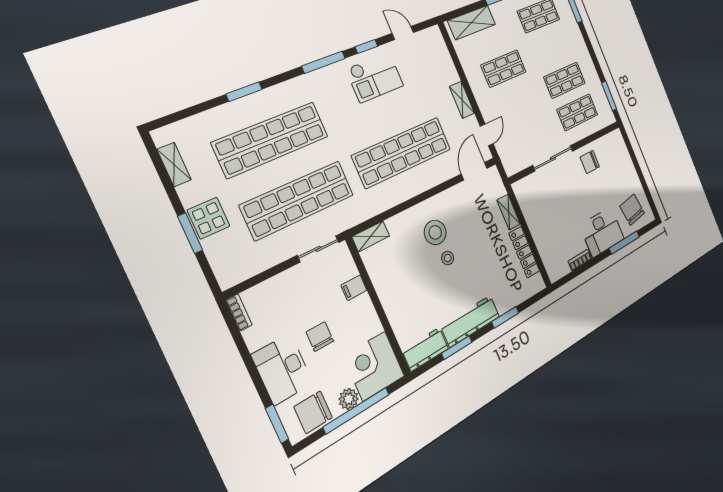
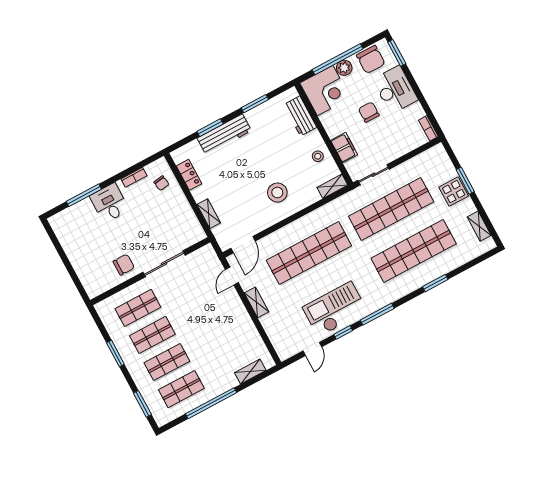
shelving: (472, 23) -> (250, 371), width x0.67, depth x0.75
door: (403, 33) -> (312, 349), hinge flipped
shop shelf: (504, 68) -> (167, 362), moved
checkout: (375, 77) -> (335, 309), width x1.36, depth x1.21
window: (609, 96) -> (115, 354), moved
chair: (632, 210) -> (161, 183), moved, width x0.54, depth x0.54
desk: (602, 232) -> (109, 203), width x0.73
locker: (524, 252) -> (189, 175), width x0.66
stool: (448, 258) -> (318, 156), moved
filing cabinet: (354, 288) -> (344, 148), width x2.00
workbench: (470, 321) -> (224, 134), moved
chair: (320, 337) -> (369, 112), turned 180
workbench: (425, 349) -> (300, 116), moved, turned 90
chair: (313, 412) -> (371, 60), turned 90

